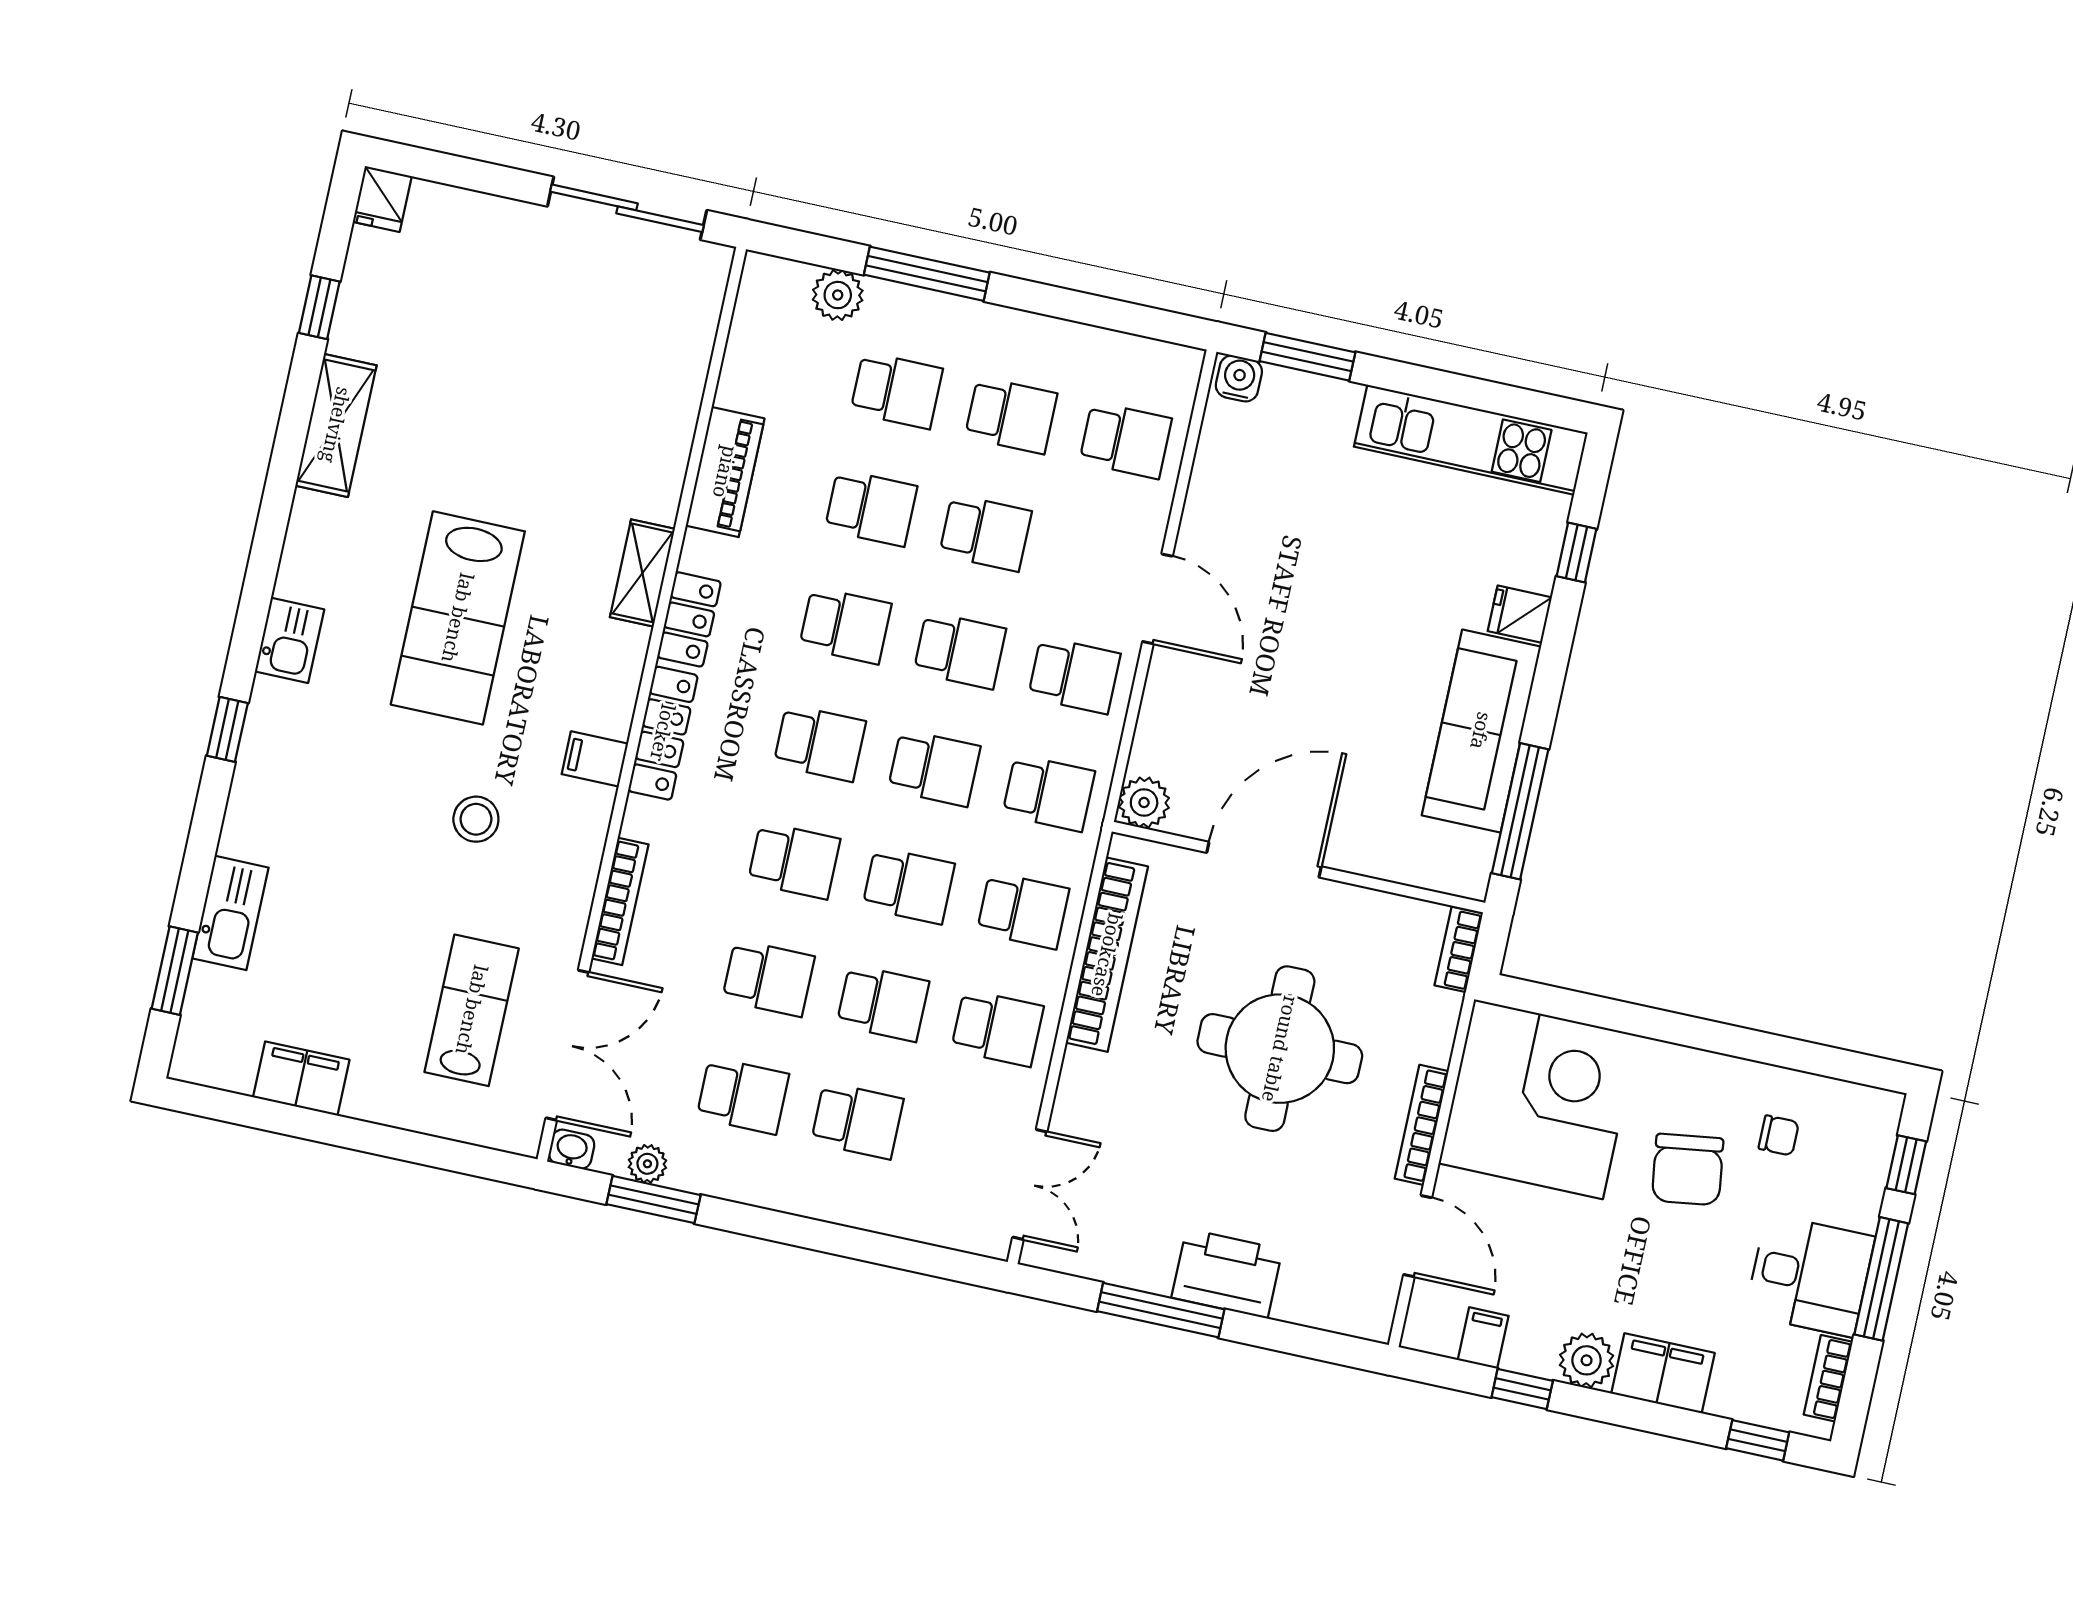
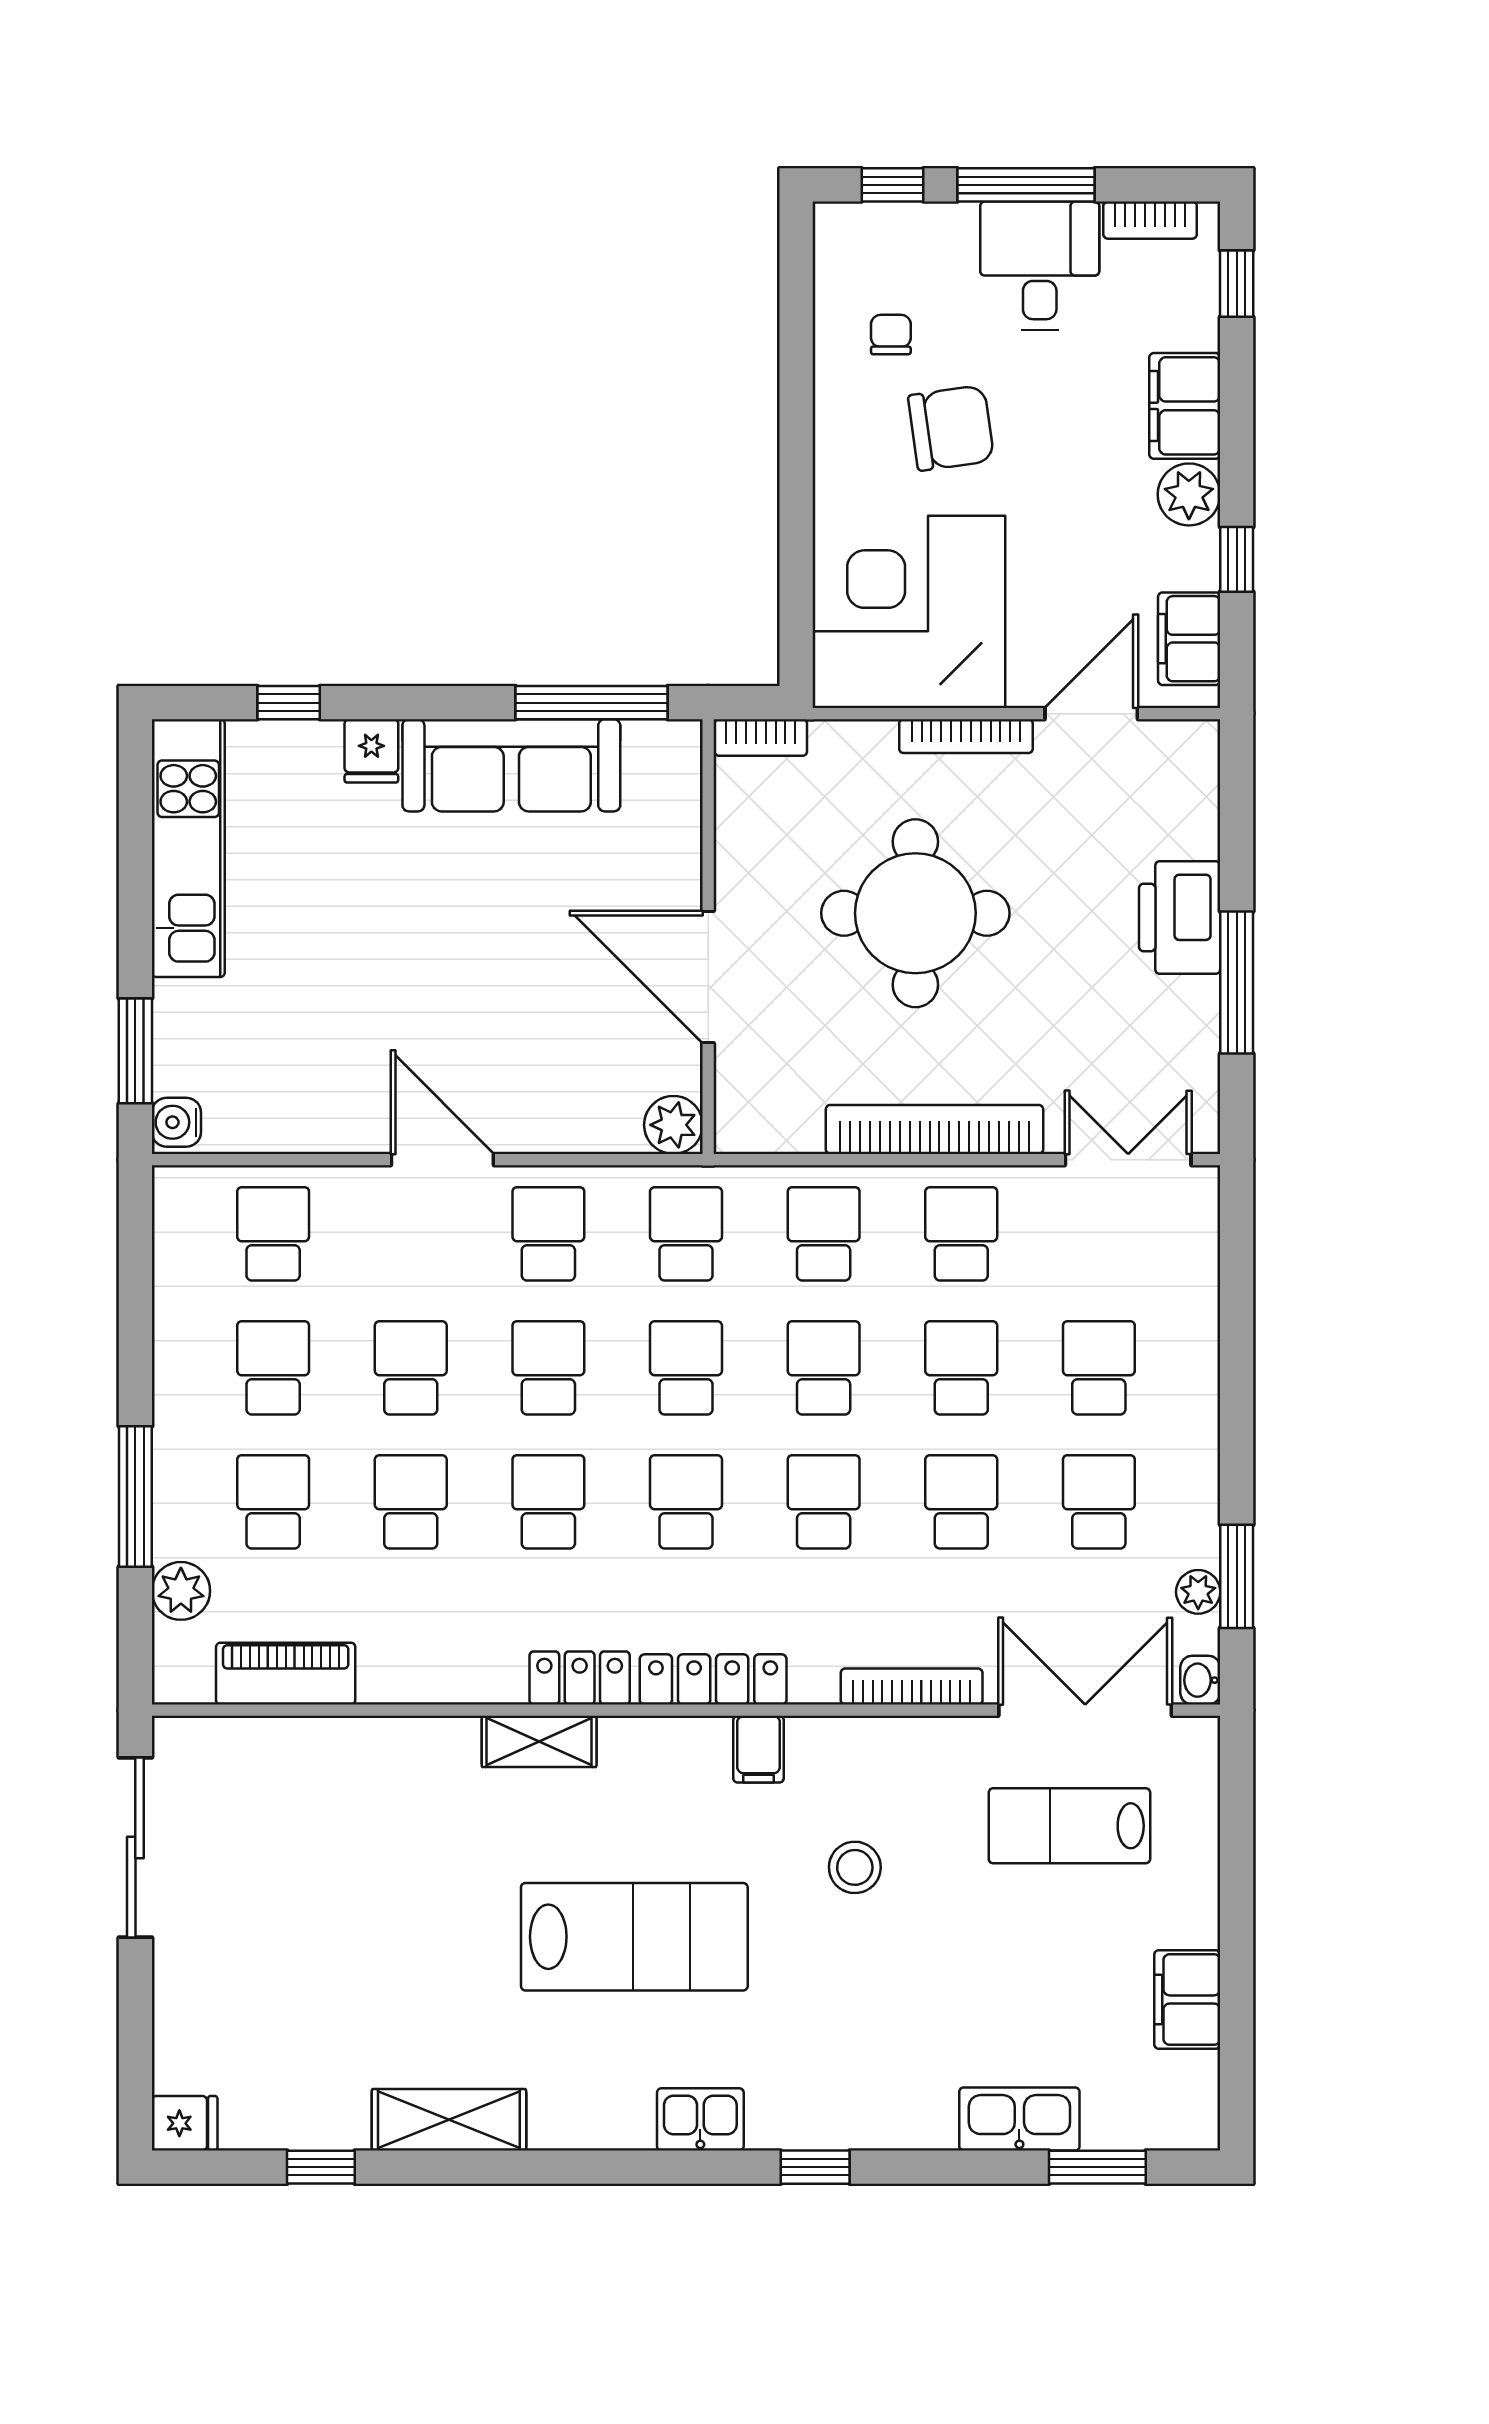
piano: (725, 472) -> (286, 1674), moved
door: (1157, 599) -> (442, 1160), hinge flipped
bookcase: (1107, 955) -> (934, 1129), moved
filing cabinet: (1483, 1338) -> (1189, 639), width x2.00

